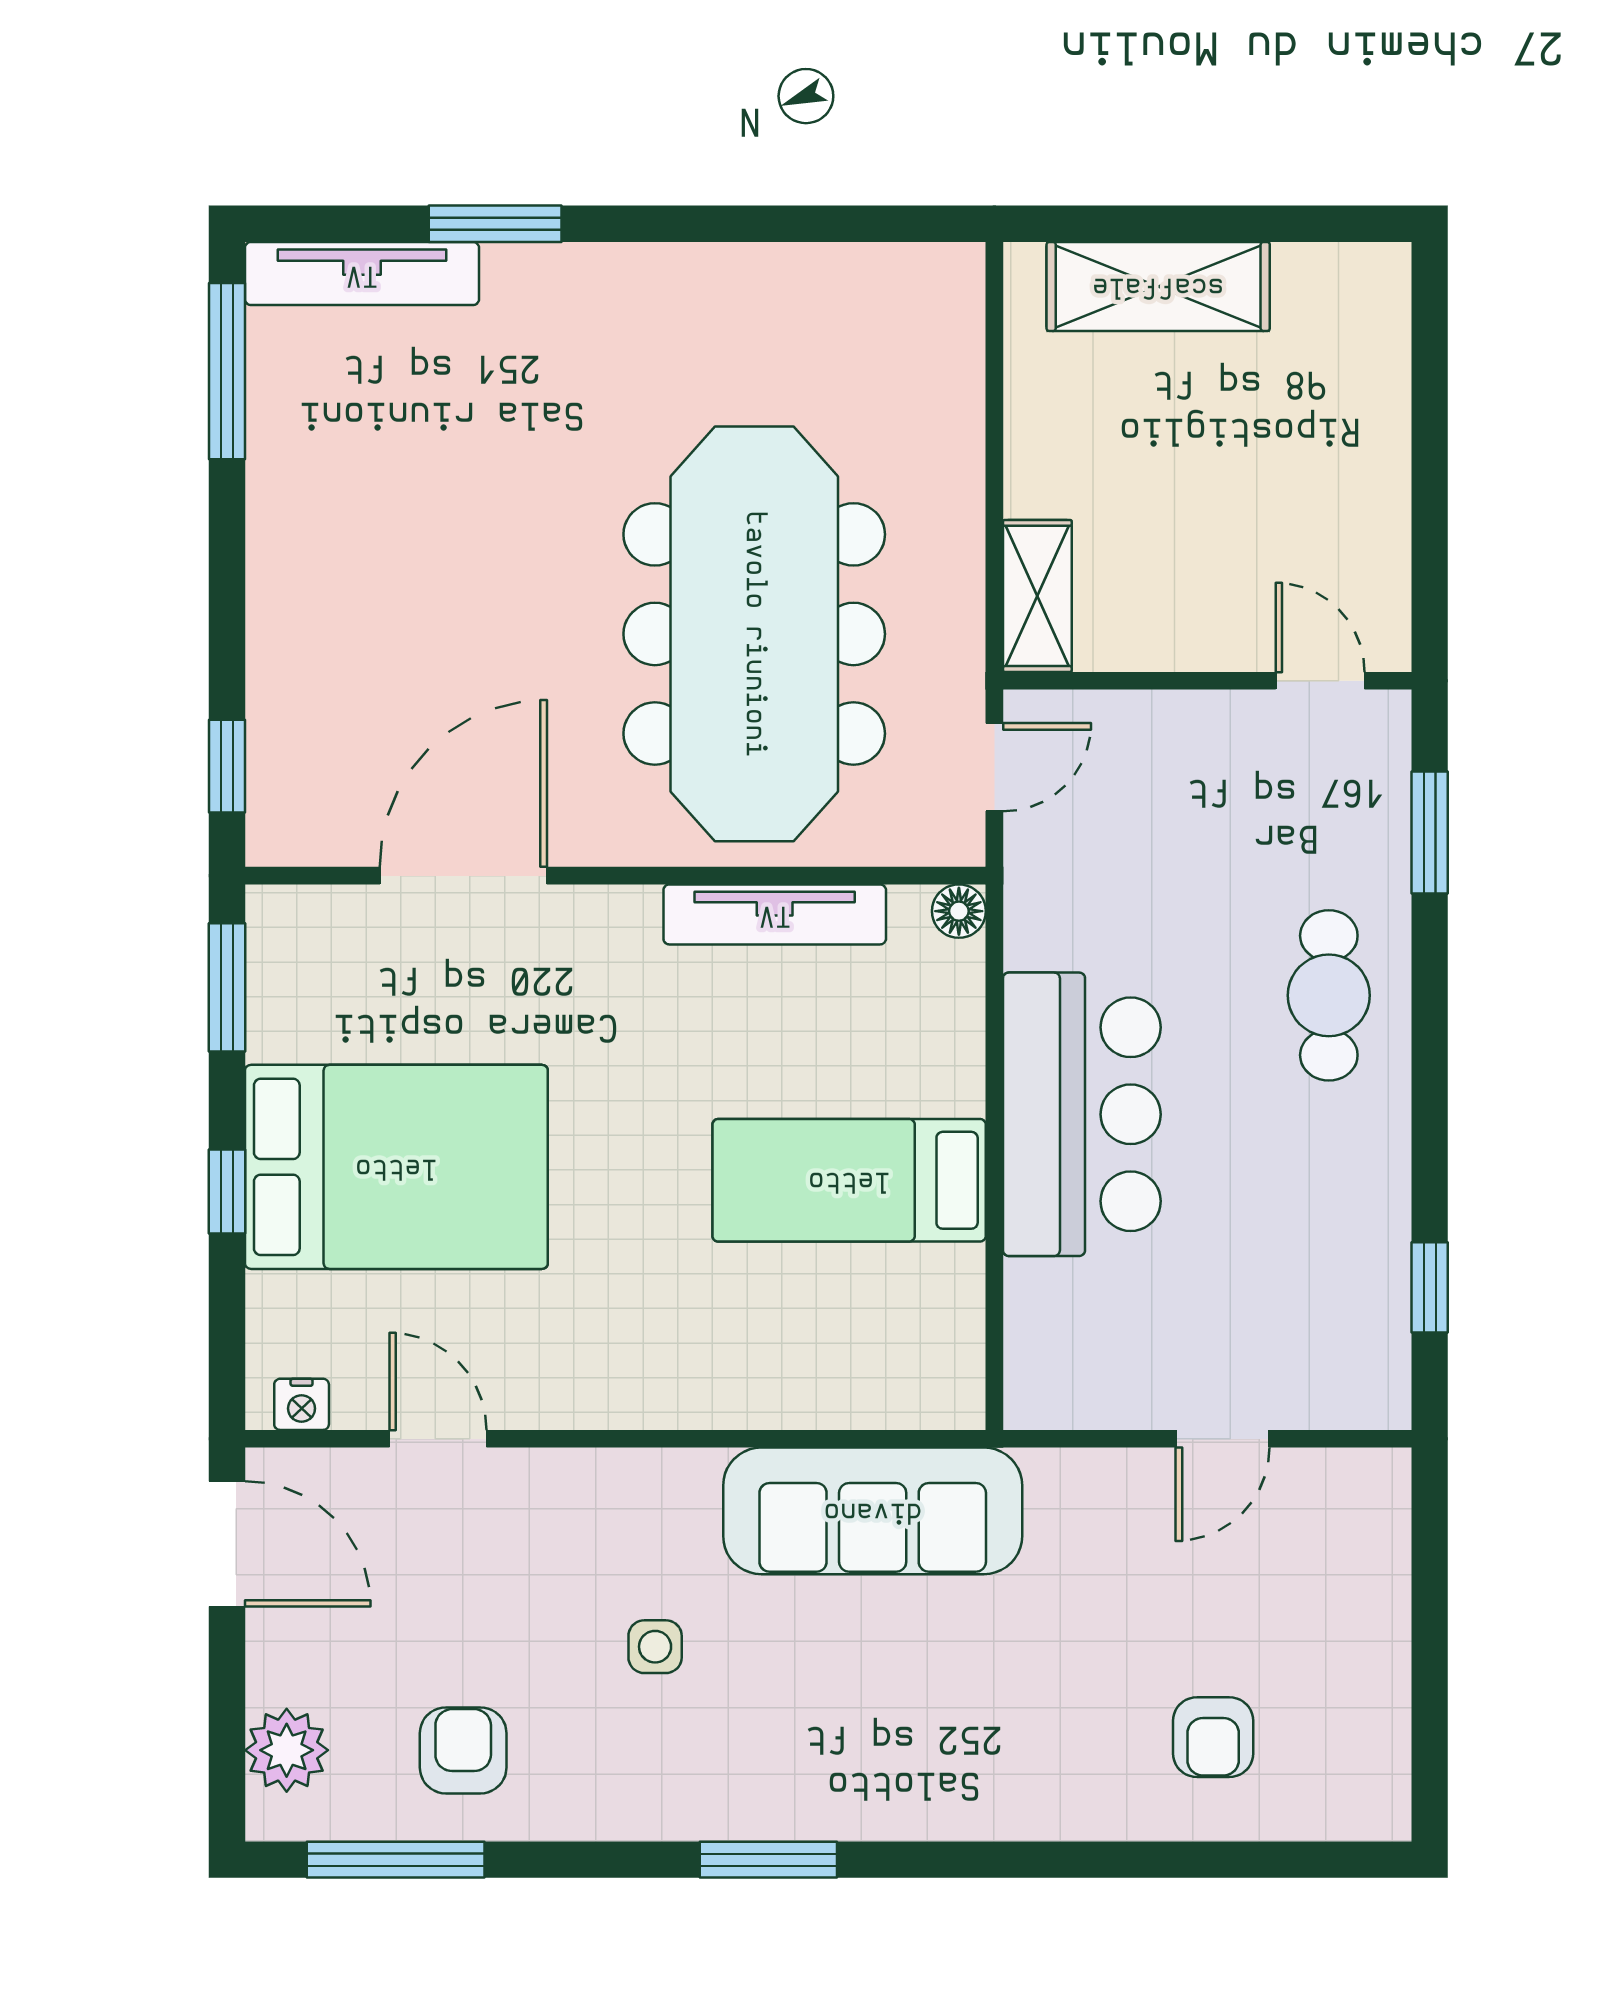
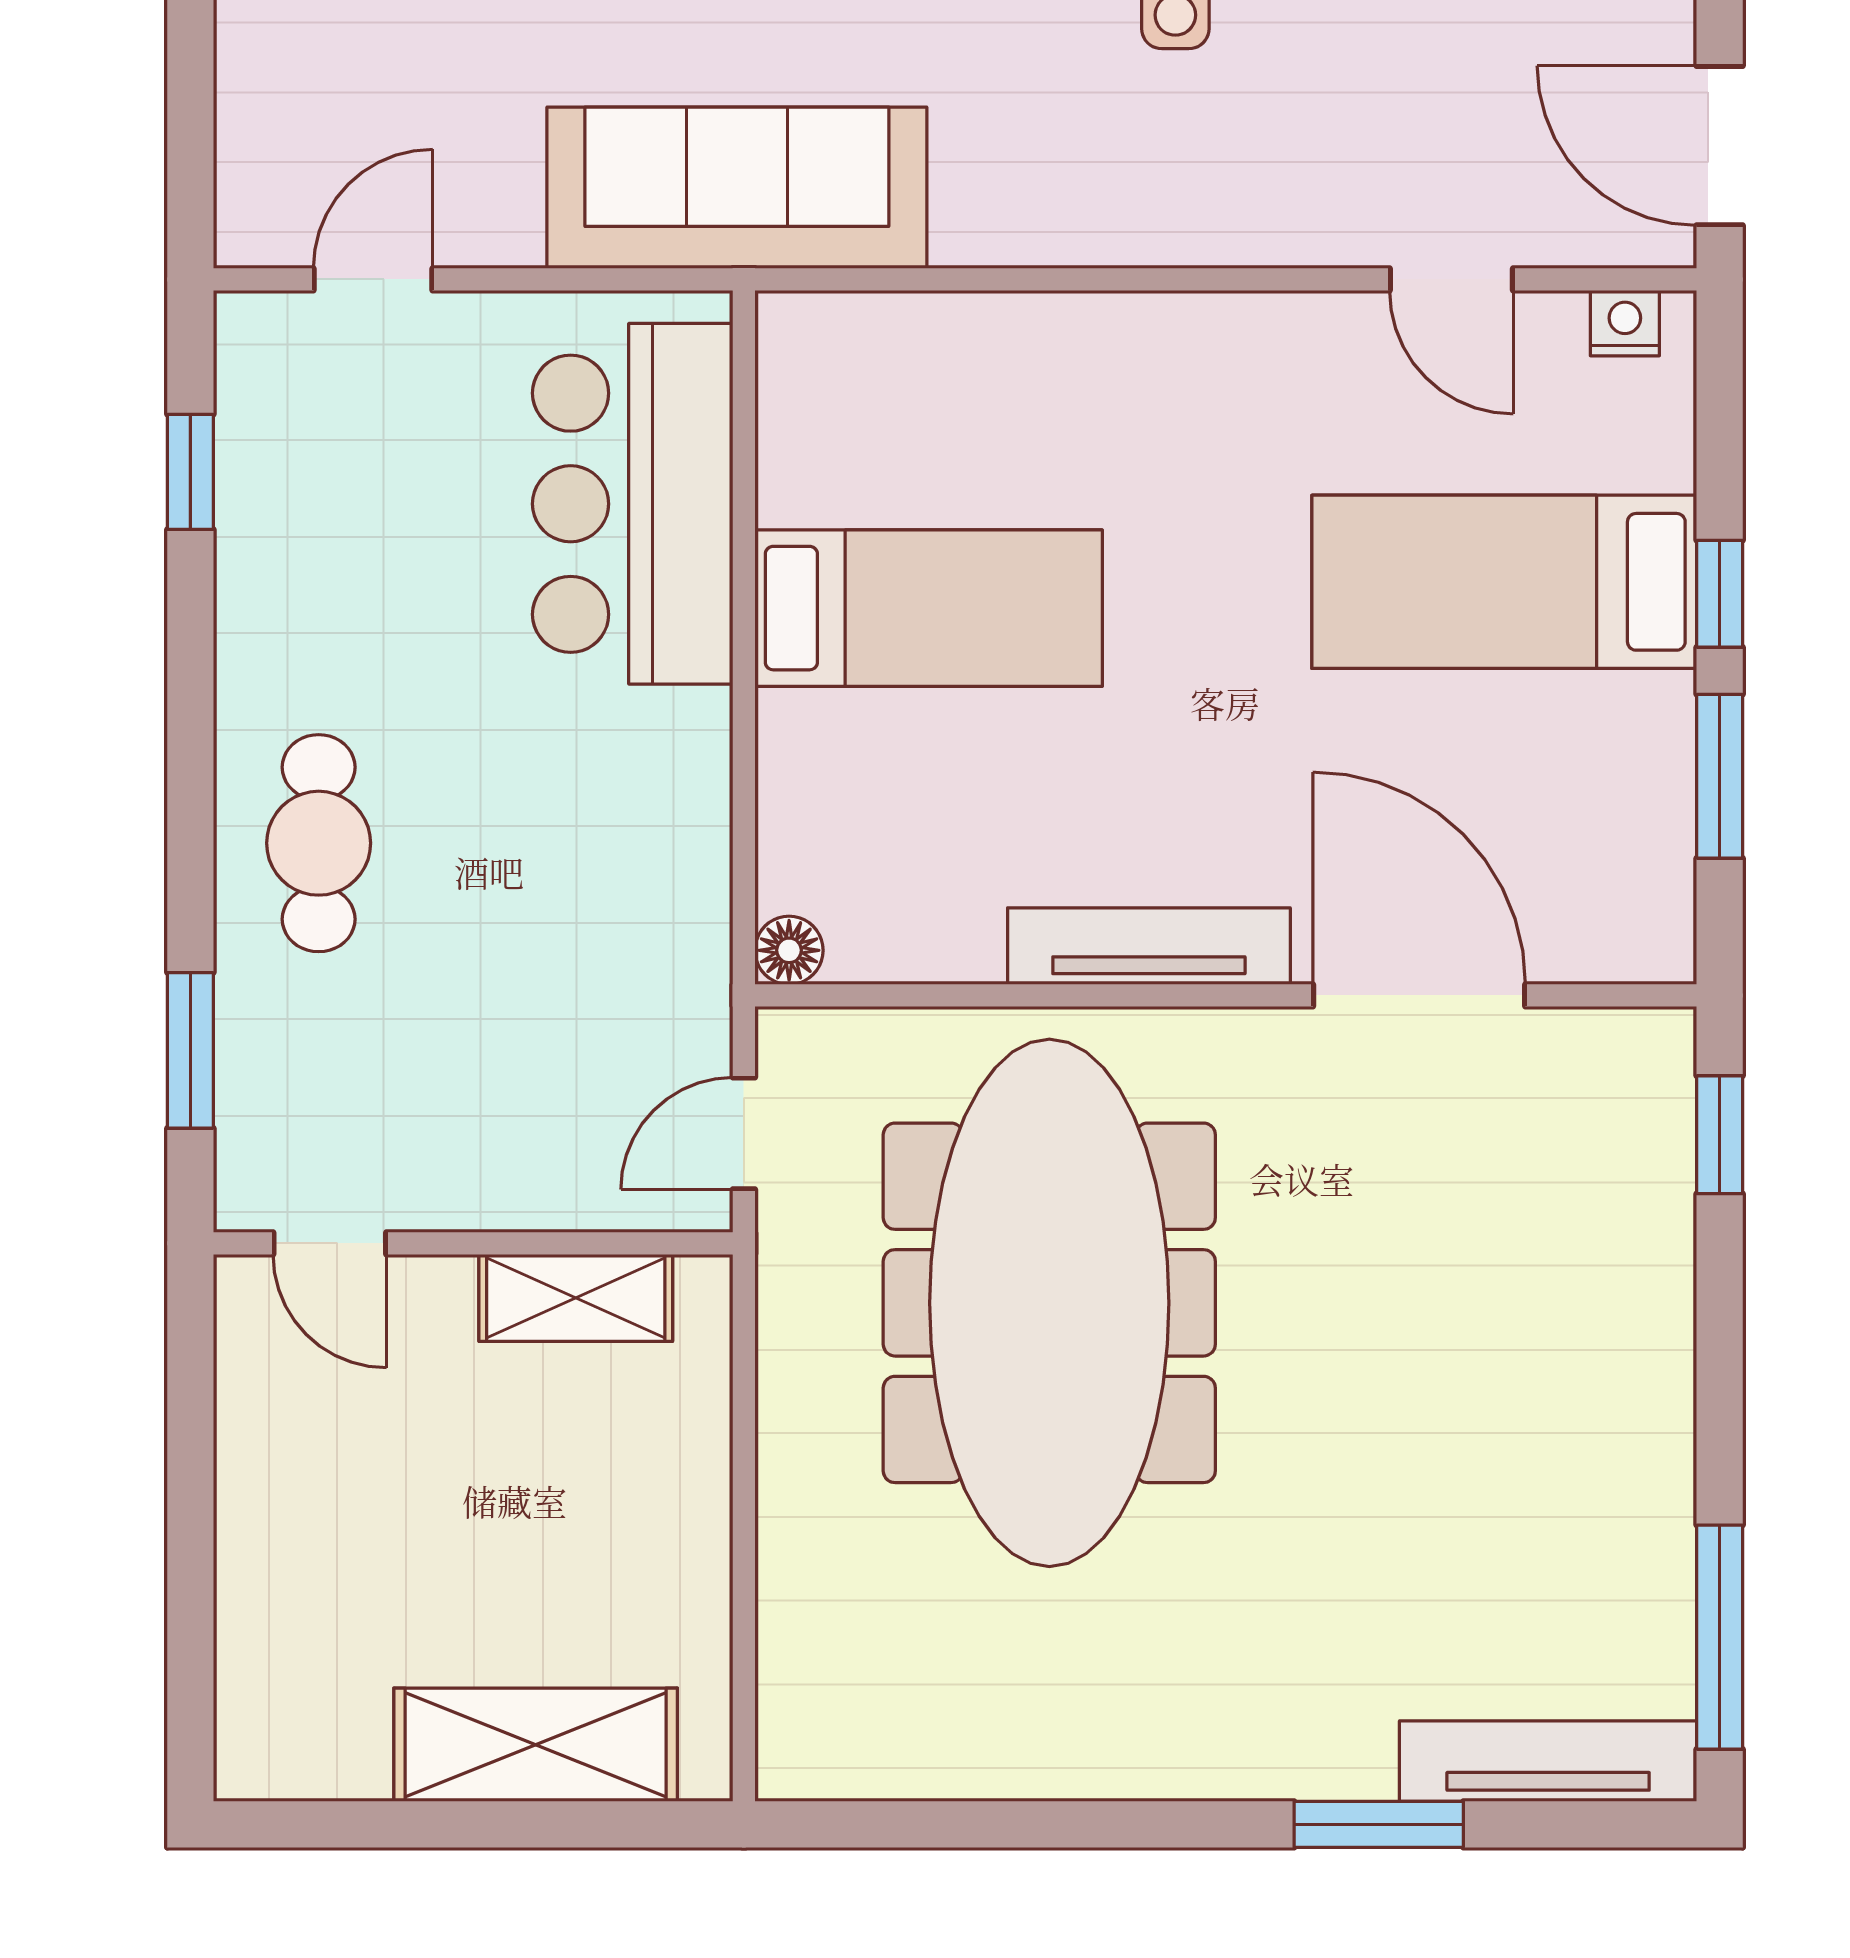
shelving: (1037, 596) -> (576, 1298), moved, turned 90
door: (463, 876) -> (1419, 995), swing flipped
tv unit: (775, 914) -> (1149, 946), moved
window: (227, 987) -> (1720, 776), moved
bar counter: (1082, 1114) -> (633, 504), moved
bed: (396, 1167) -> (1504, 582), width x0.67
door: (1222, 1439) -> (373, 279), moved
sofa: (873, 1511) -> (737, 188), moved

